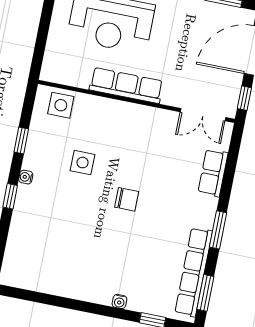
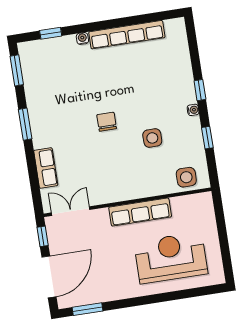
chair: (127, 199) -> (107, 122), turned 90
row of seats: (194, 272) -> (127, 35), moved, turned 90

